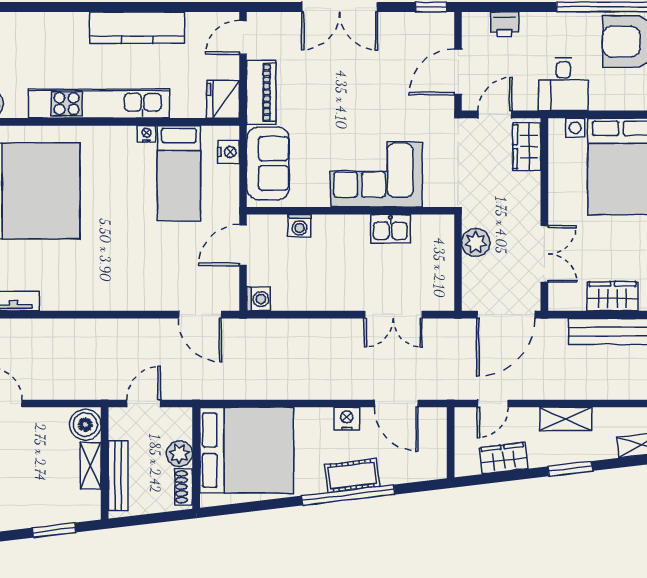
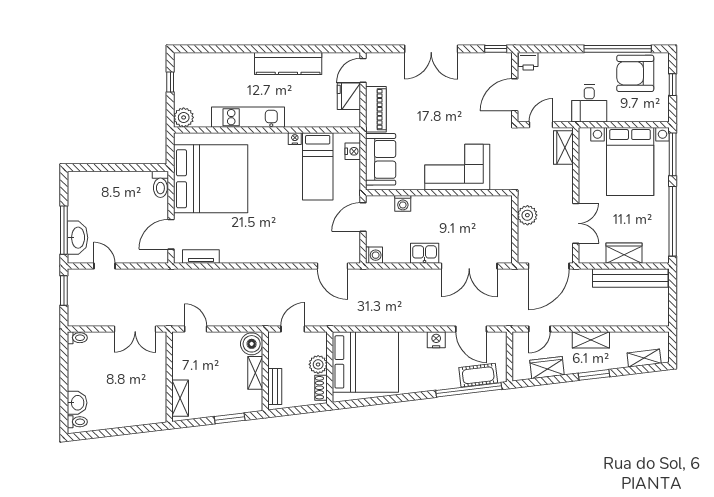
printer: (505, 24) -> (528, 61), moved
fridge: (223, 99) -> (349, 96), moved
kitchen unit: (99, 104) -> (248, 117), width x0.73
kitchen sink: (390, 229) -> (425, 253), moved, turned 180
double door: (393, 315) -> (469, 266), width x1.37
cot: (352, 475) -> (478, 375), moved
bench: (118, 476) -> (275, 387), width x0.73
window: (348, 495) -> (469, 390), moved

